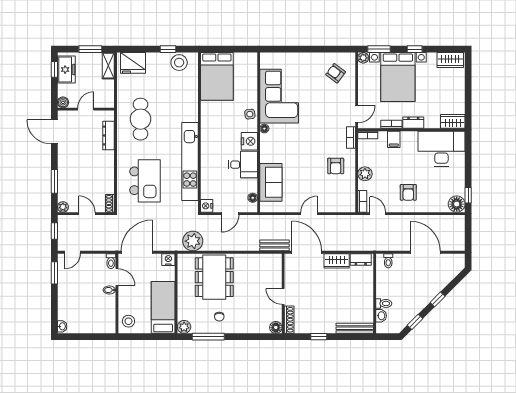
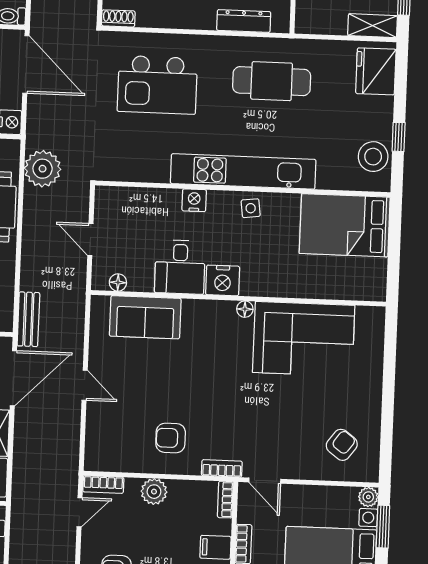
side table: (250, 114) -> (251, 208), moved
kitchen unit: (190, 162) -> (243, 171), moved
nightstand: (207, 206) -> (194, 200), moved

